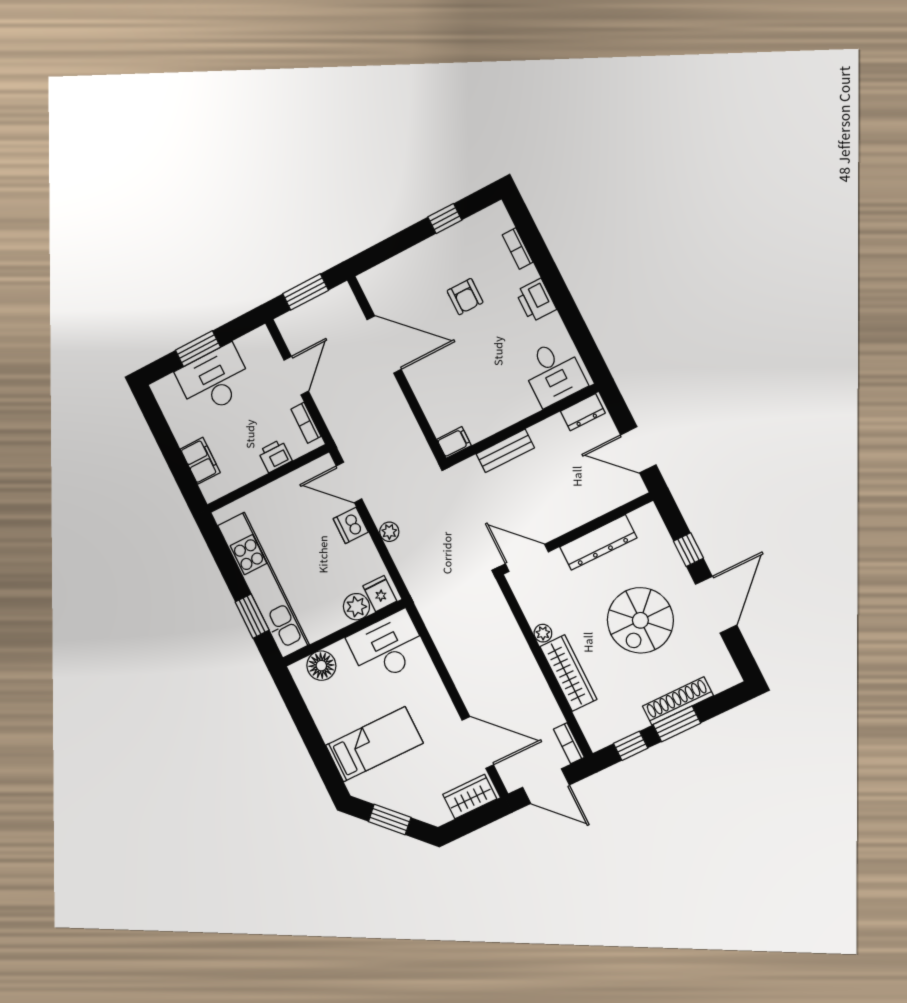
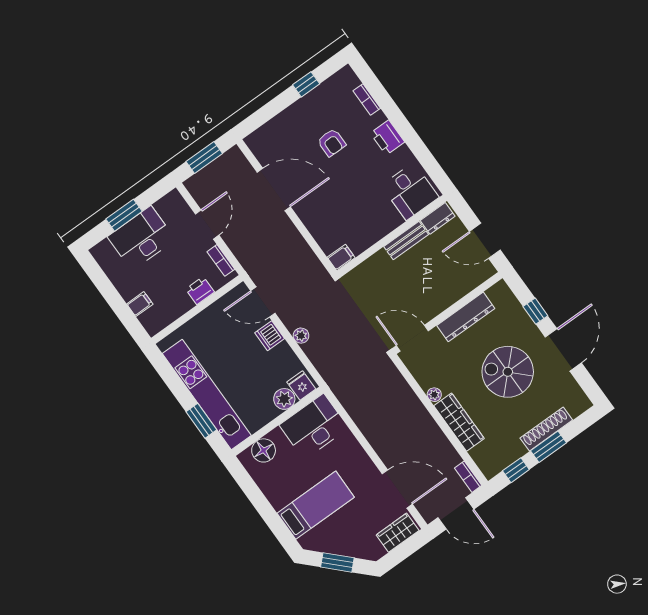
bench: (505, 451) -> (406, 241), moved
filing cabinet: (200, 461) -> (140, 304), width x0.50
spiral stairs: (640, 620) -> (508, 372), turned 90

